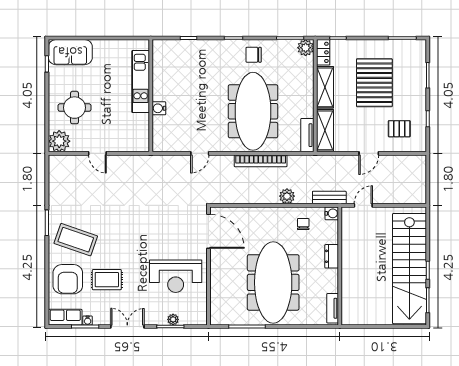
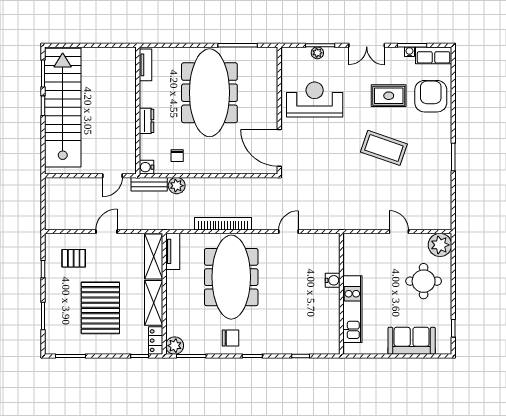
sofa: (70, 52) -> (412, 341), moved
plant: (287, 196) -> (177, 186), moved
coffee table: (76, 240) -> (384, 148), moved

